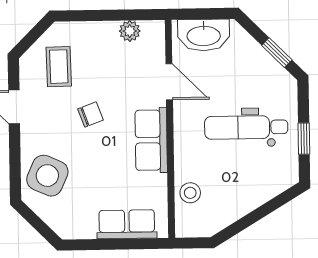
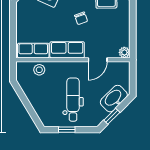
plant: (130, 31) -> (124, 52), moved
washbasin: (204, 35) -> (114, 99), moved, turned 45
row of seats: (127, 224) -> (33, 51), moved, turned -90

